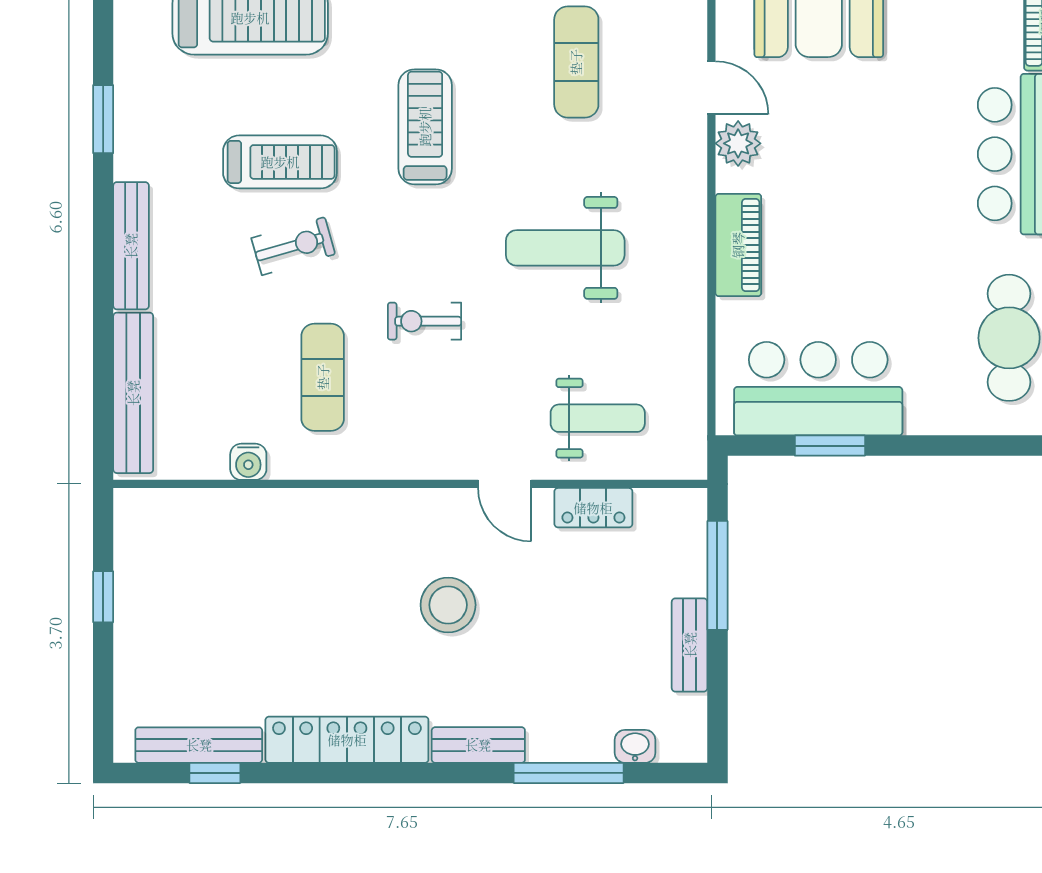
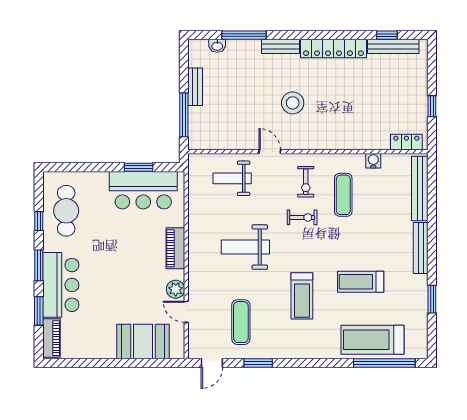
exercise bike: (293, 246) -> (306, 182), moved, turned -74
weight bench: (565, 248) -> (245, 247), turned 180
locker: (593, 508) -> (406, 142), moved

